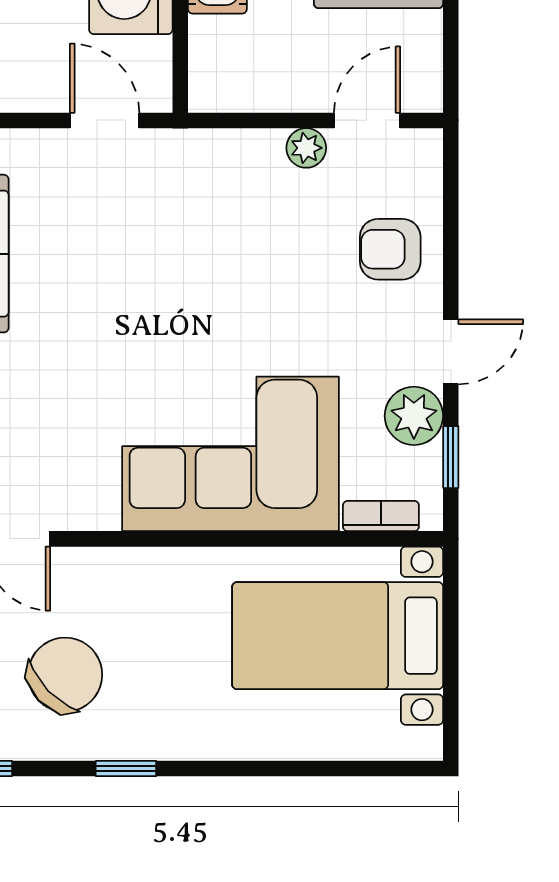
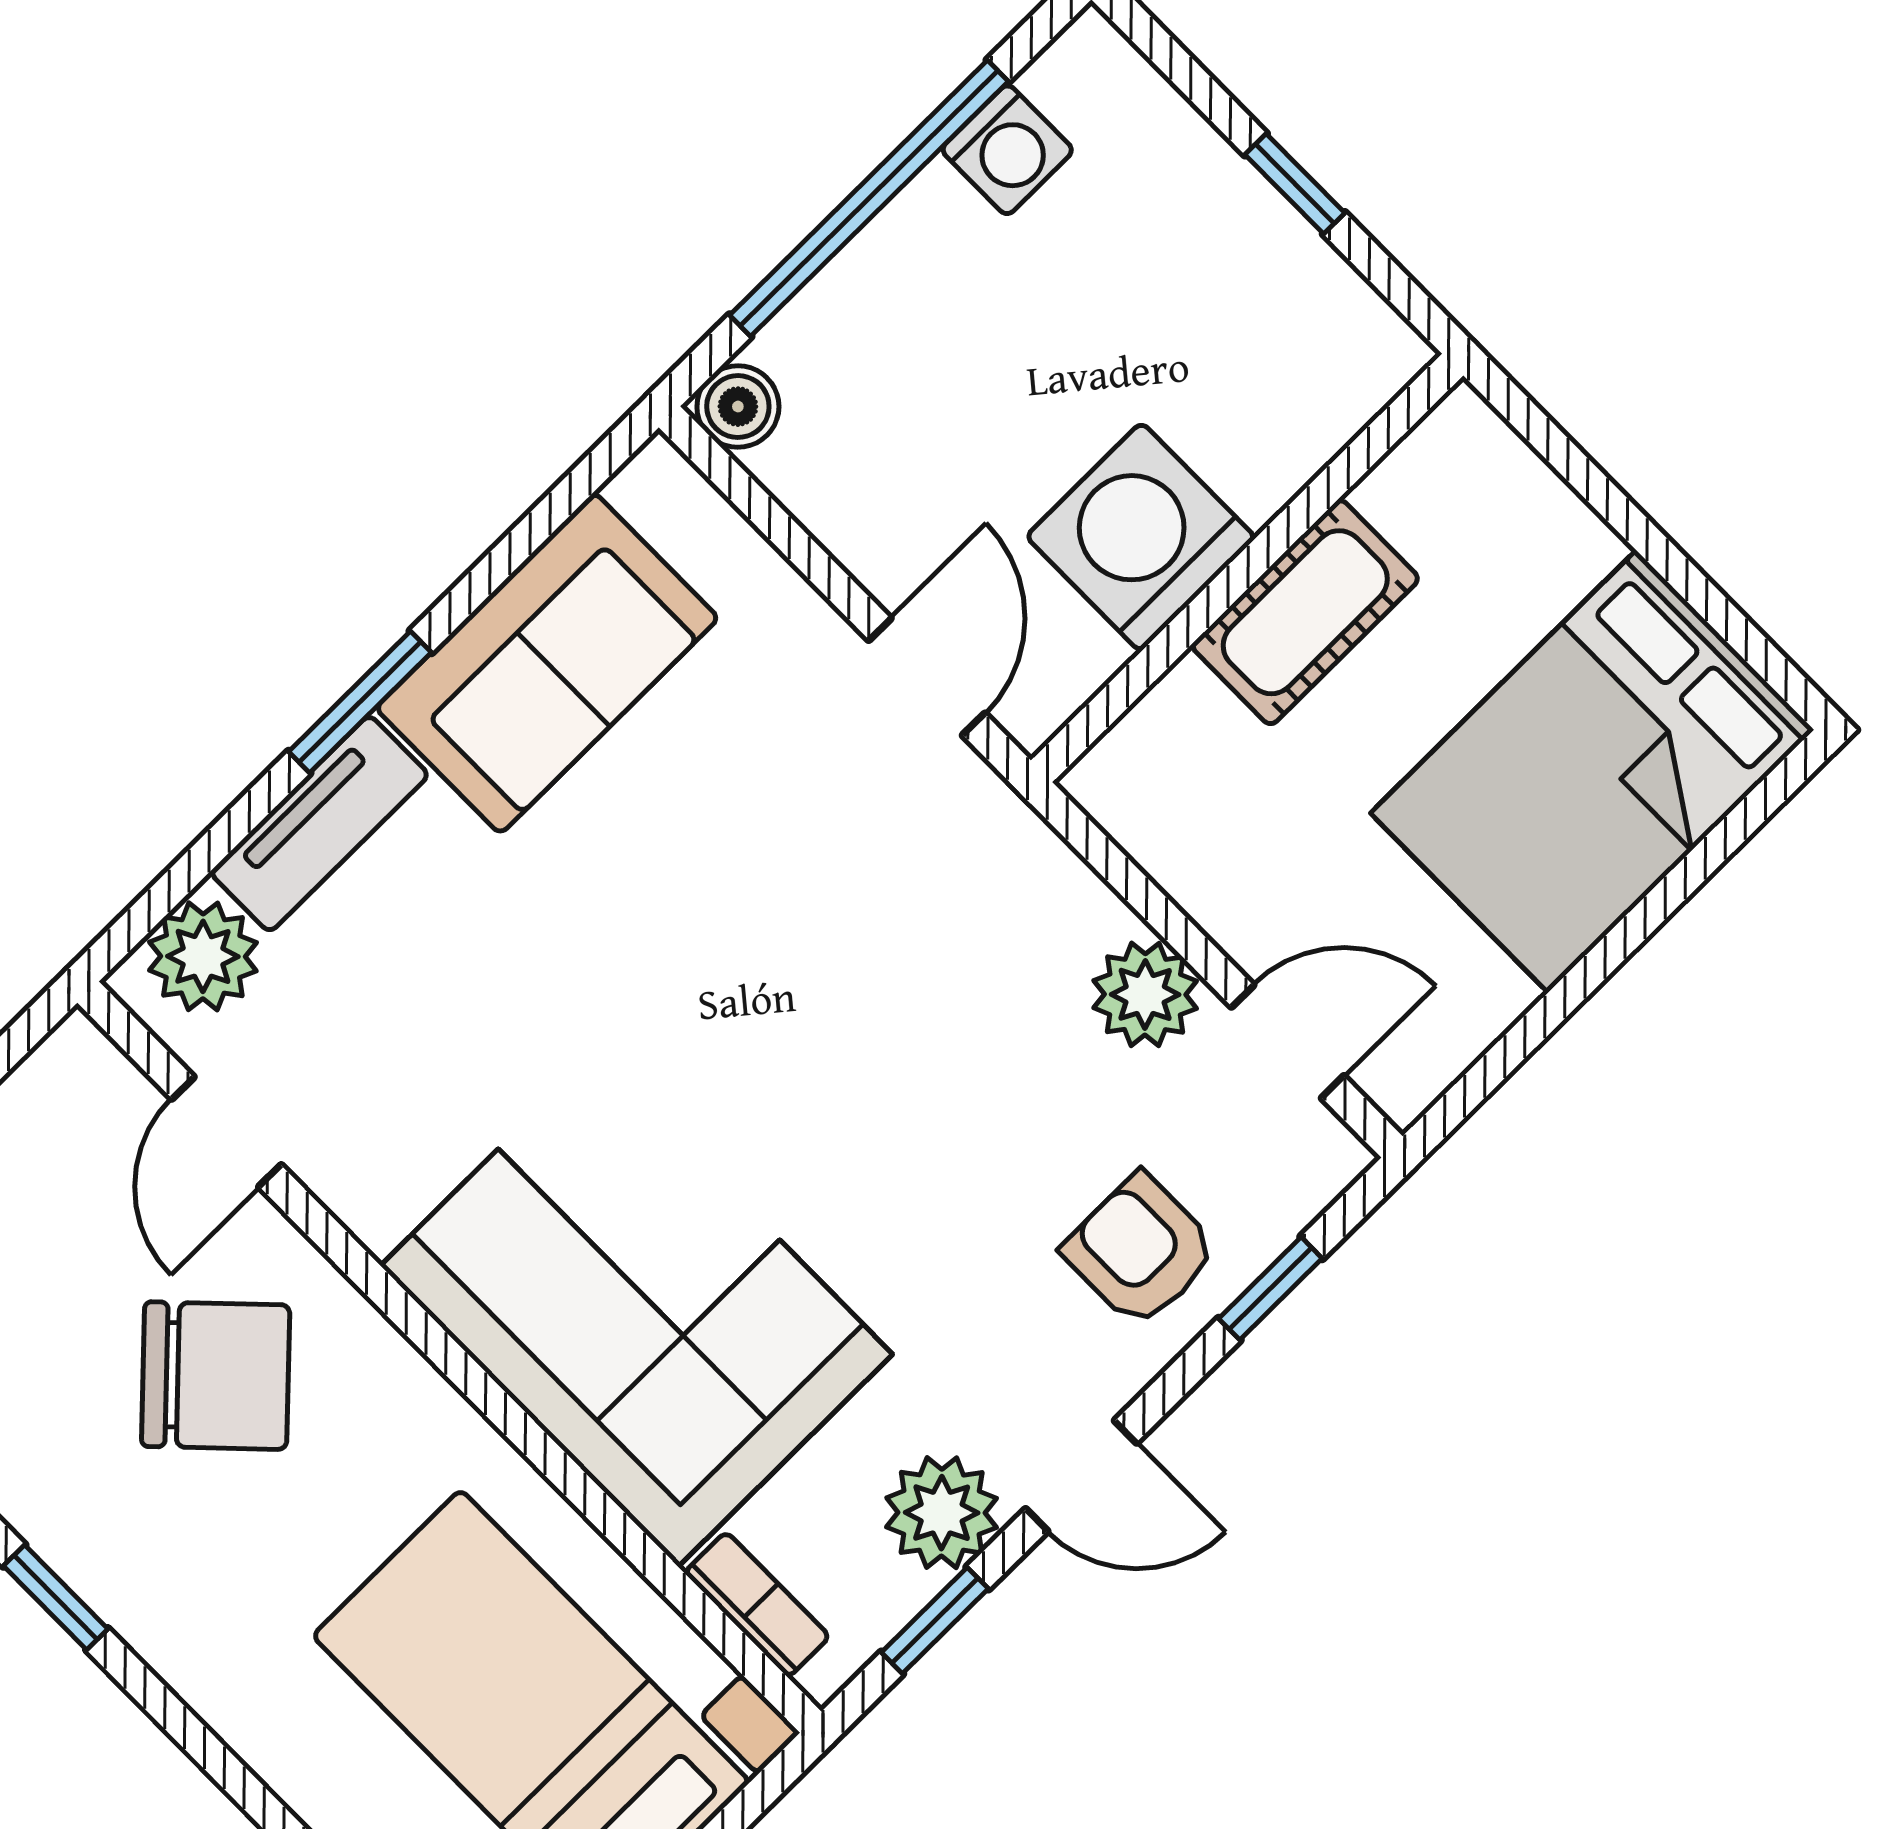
plant: (306, 148) -> (1145, 994), width x1.38, depth x1.38
window: (451, 216) -> (1270, 1288), added
chair: (65, 675) -> (216, 1376), moved

